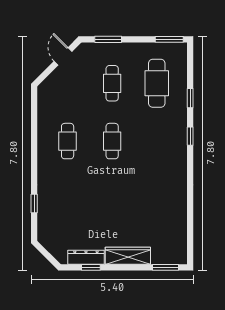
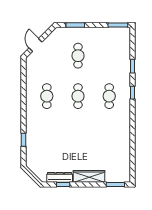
door: (63, 56) -> (36, 45), moved
cafe table: (157, 83) -> (109, 96), moved, width x0.73, depth x0.74

